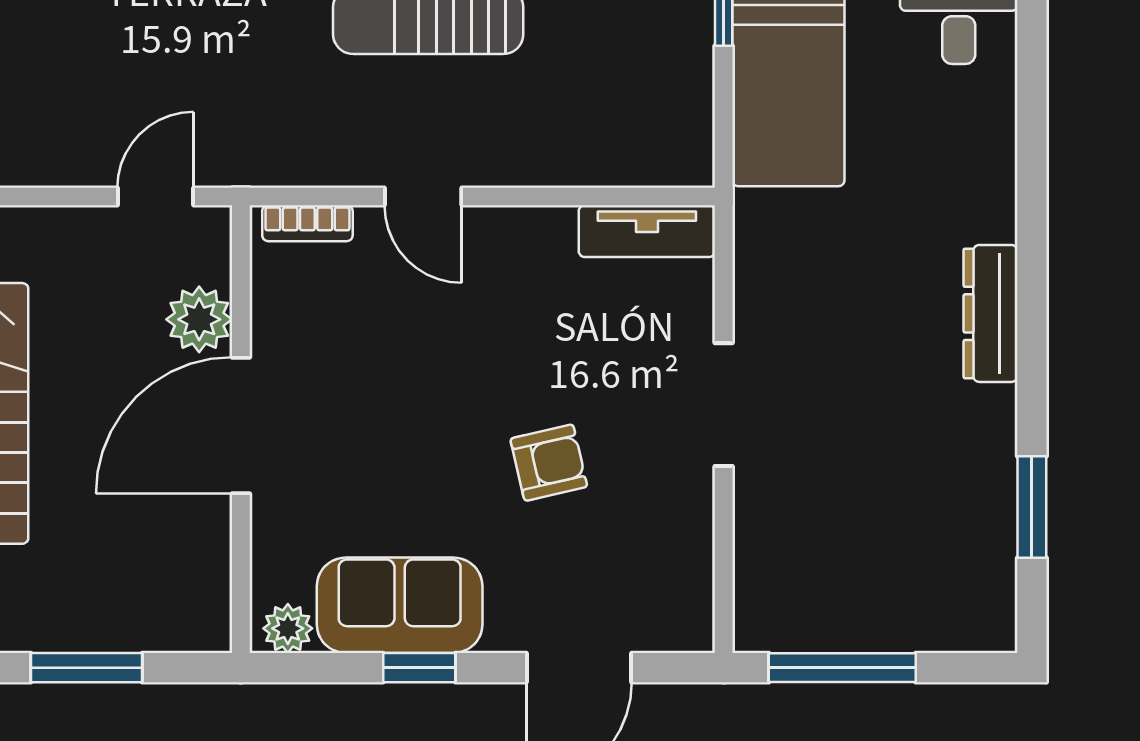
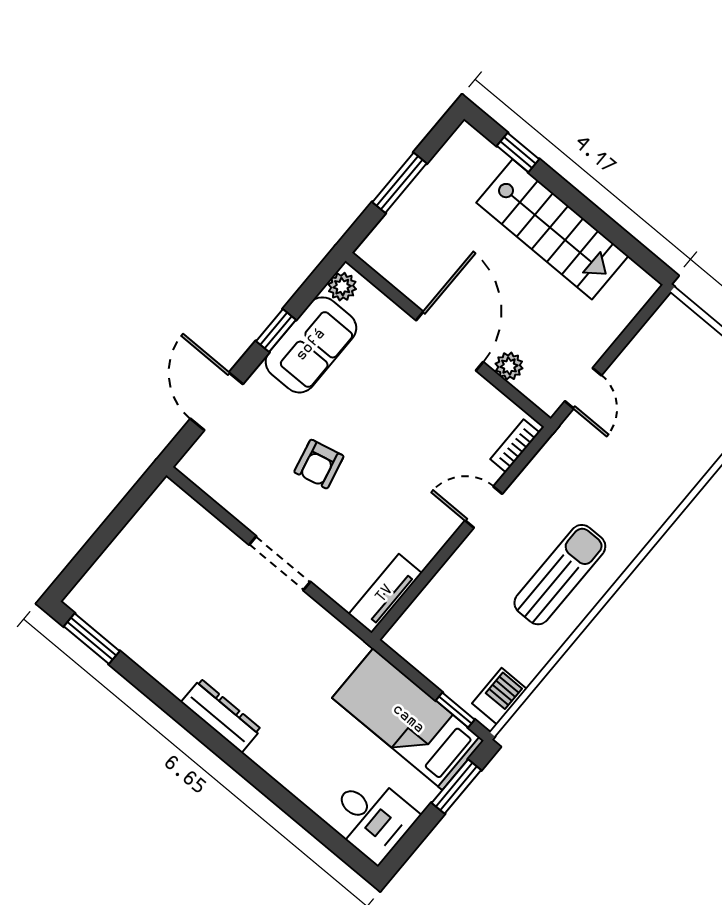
plant: (199, 319) -> (509, 366), width x0.73, depth x0.73
window: (1032, 507) -> (92, 639), moved
window: (842, 668) -> (119, 518), removed

